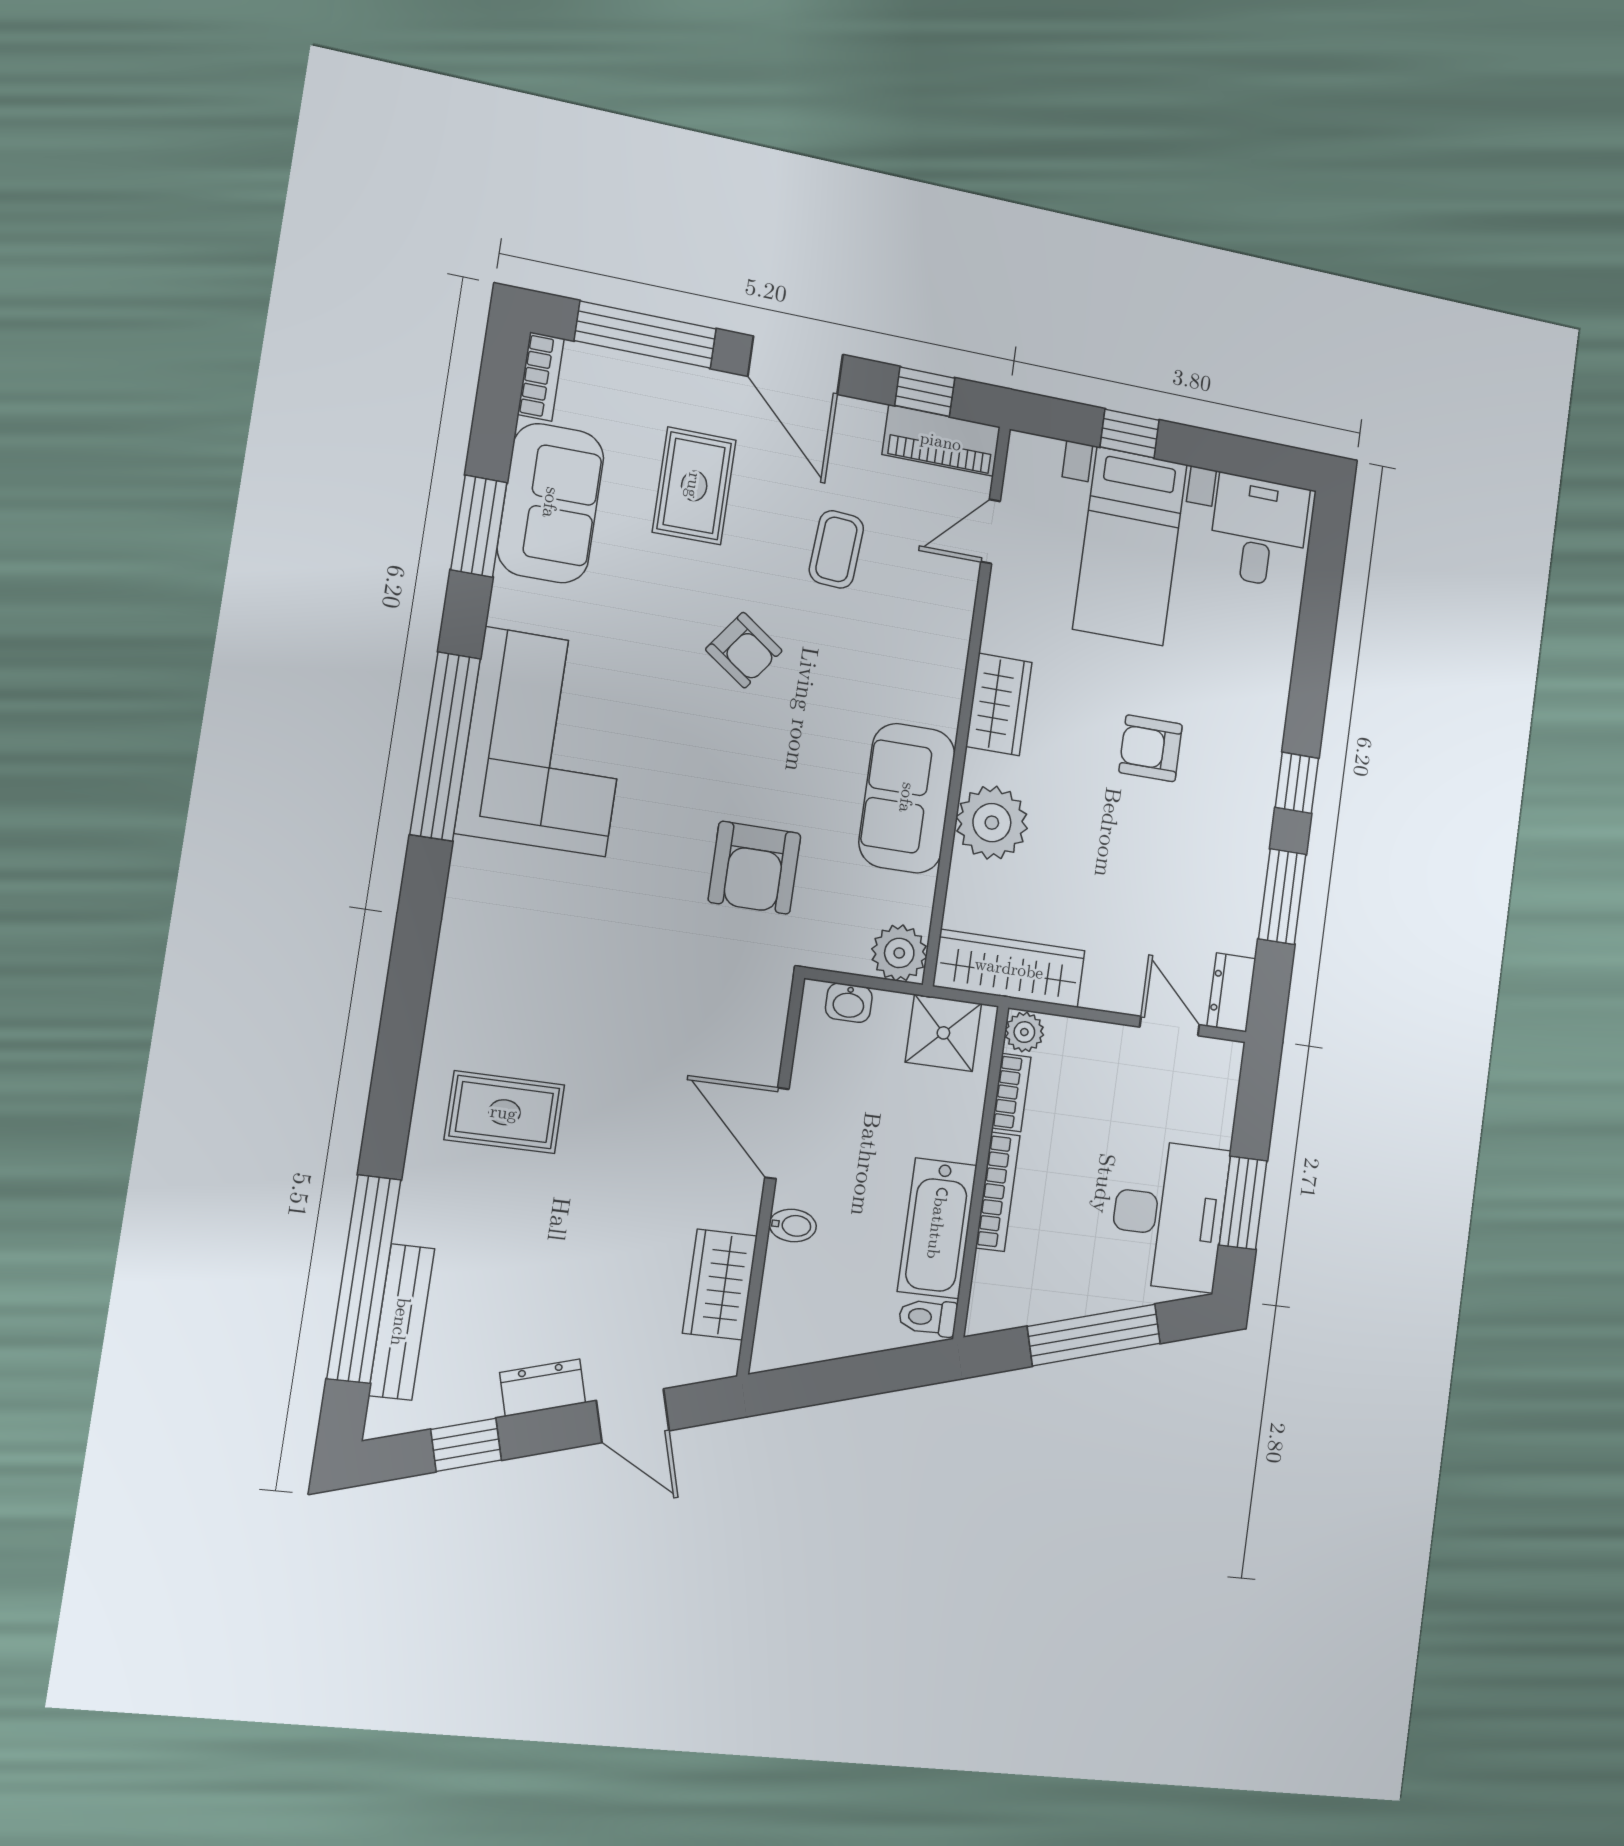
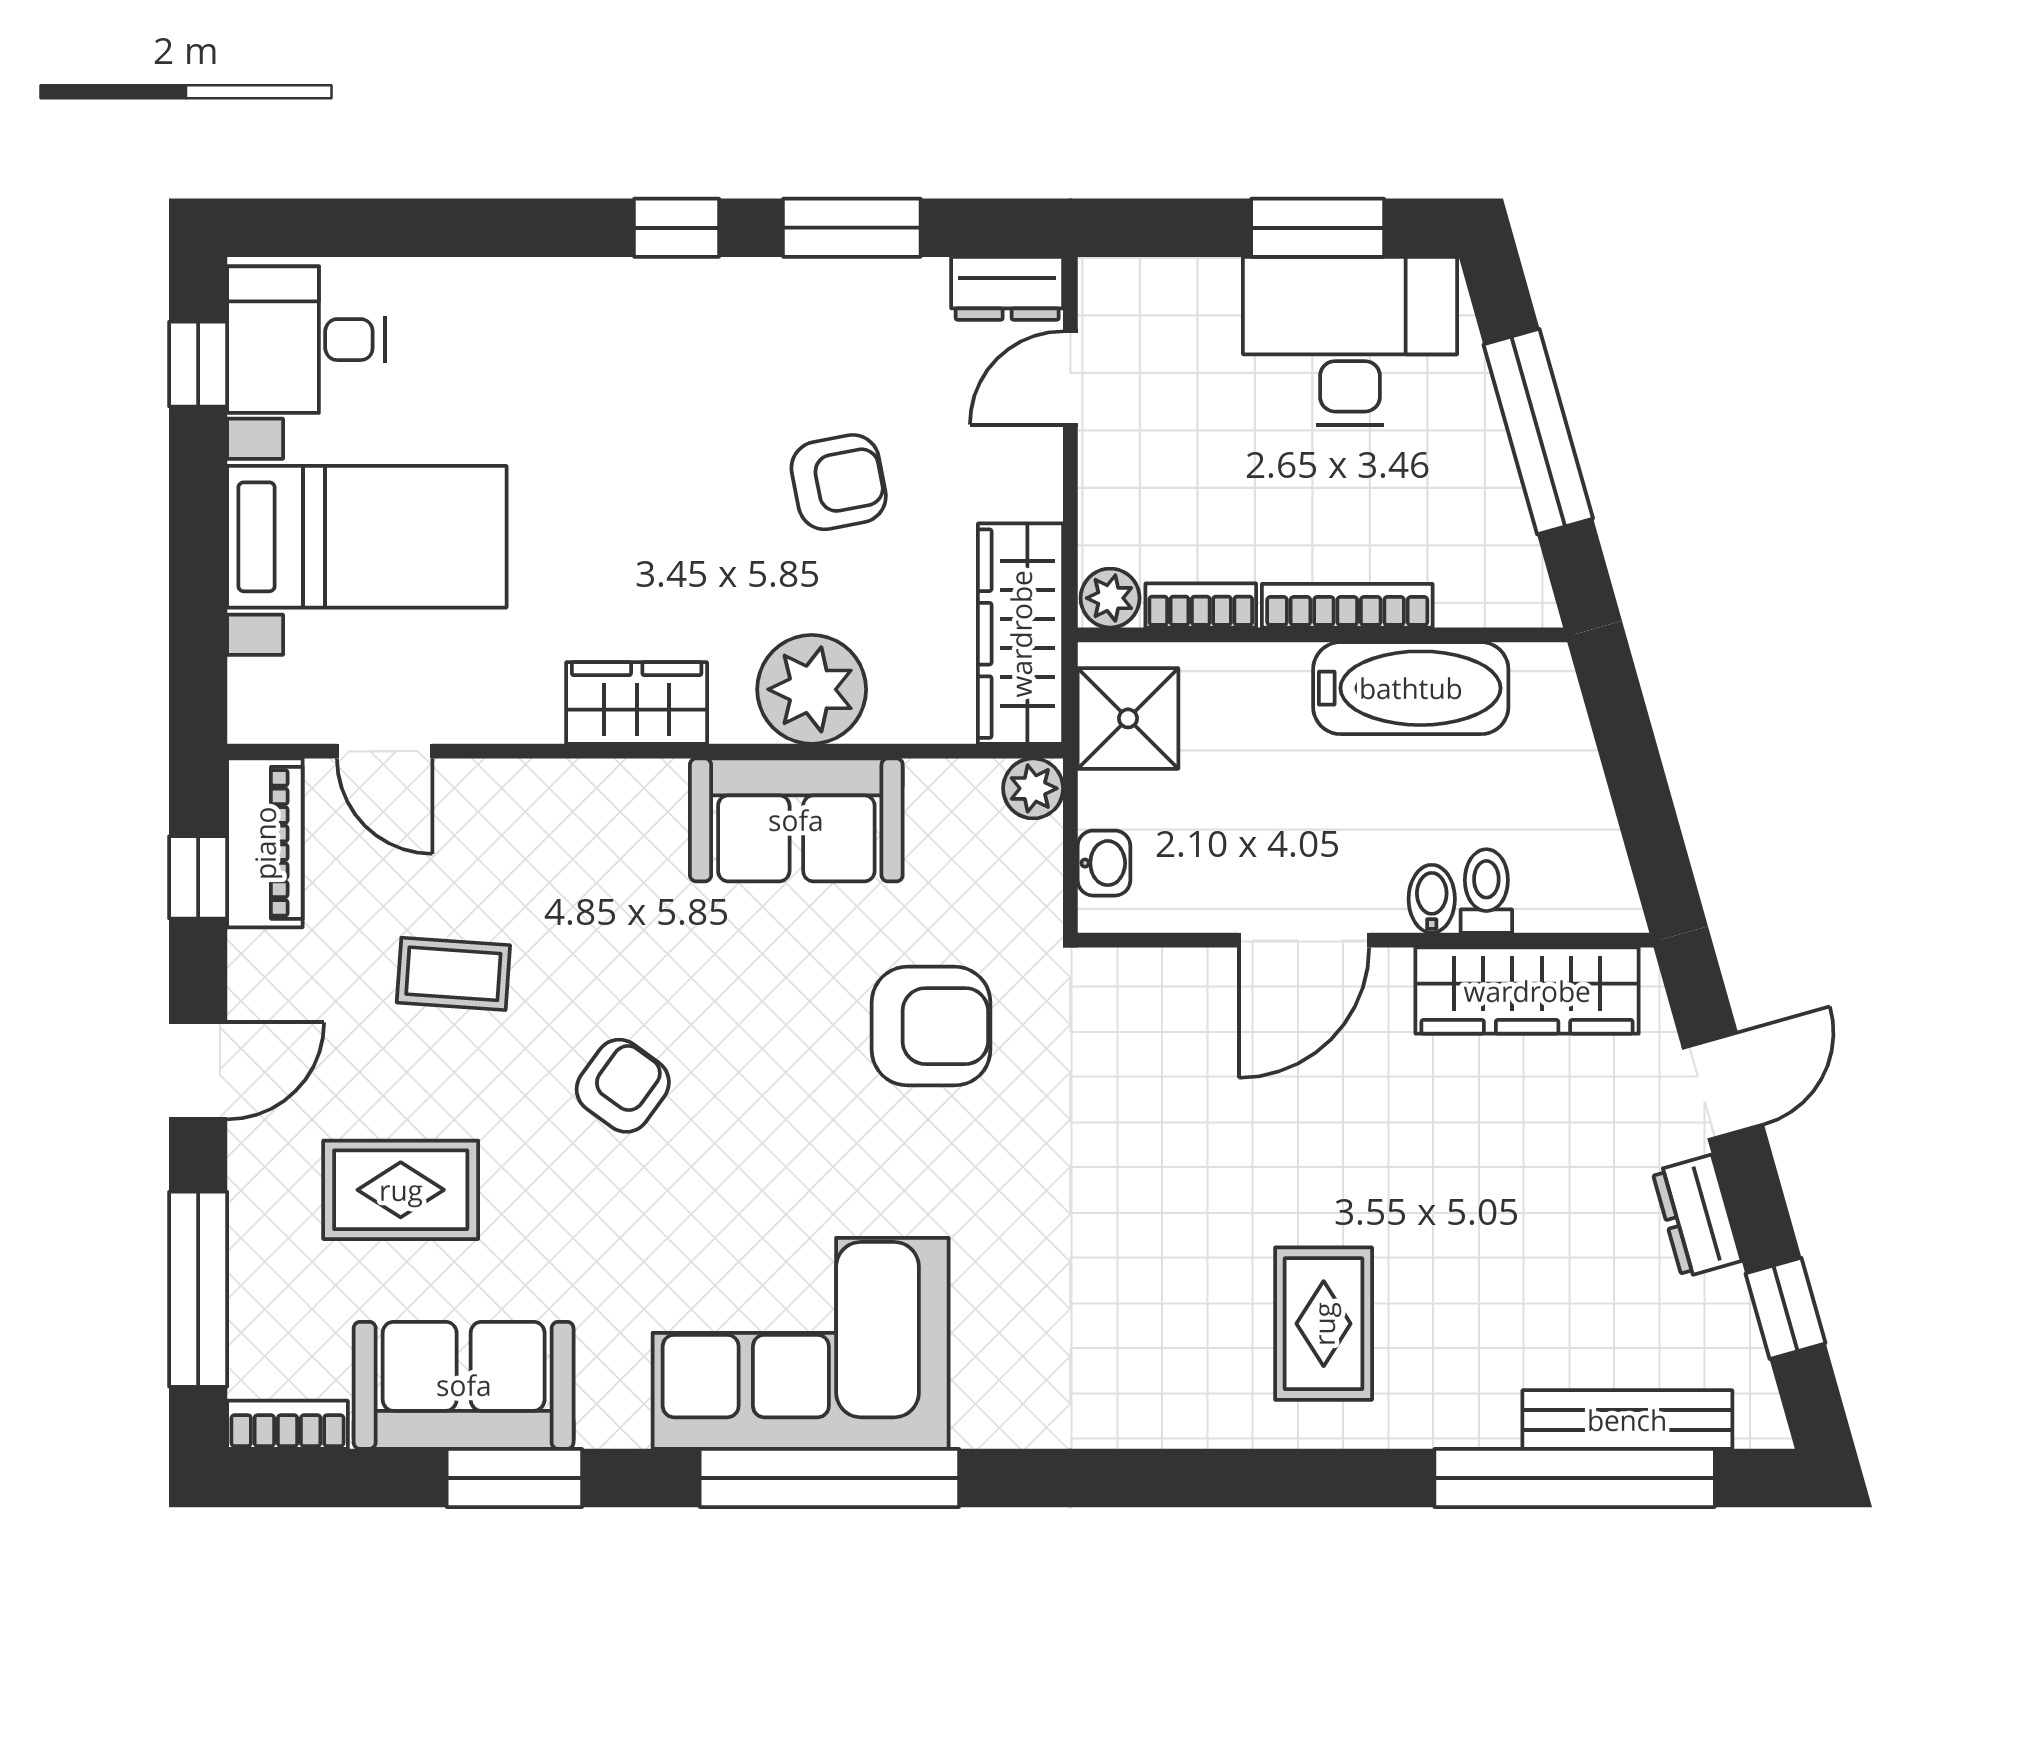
door: (795, 365) -> (198, 1071), width x0.73
window: (1130, 434) -> (198, 364), moved
armchair: (1151, 748) -> (839, 482), moved, turned -101
plant: (899, 953) -> (1033, 788), width x0.73, depth x0.73
wardrobe: (720, 1285) -> (1527, 991), width x1.50
toilet: (928, 1317) -> (1486, 891), moved, turned 180

